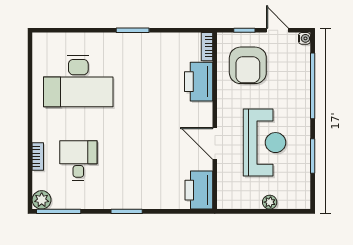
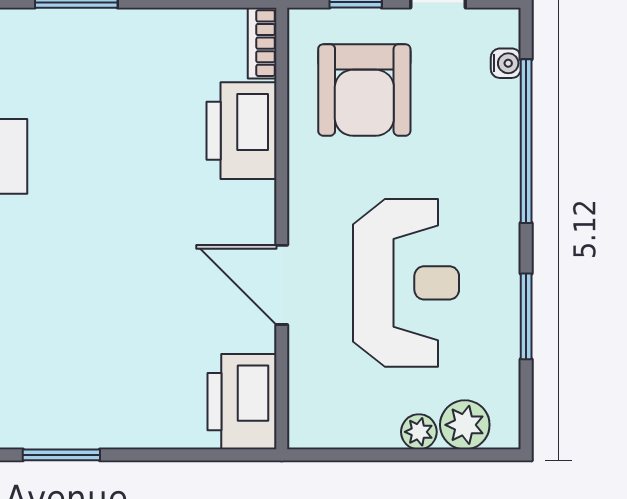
water cooler: (304, 38) -> (506, 63), moved
plant: (288, 199) -> (465, 425), added

